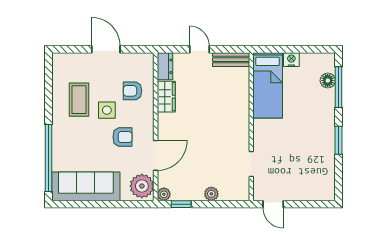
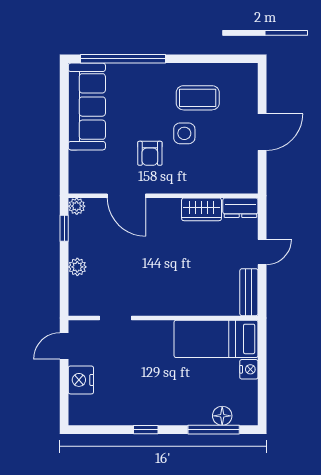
armchair: (133, 91) -> (209, 166), removed
window: (339, 140) -> (146, 430), width x0.67
plant: (142, 186) -> (87, 178), removed
nightstand: (300, 191) -> (81, 380), added

